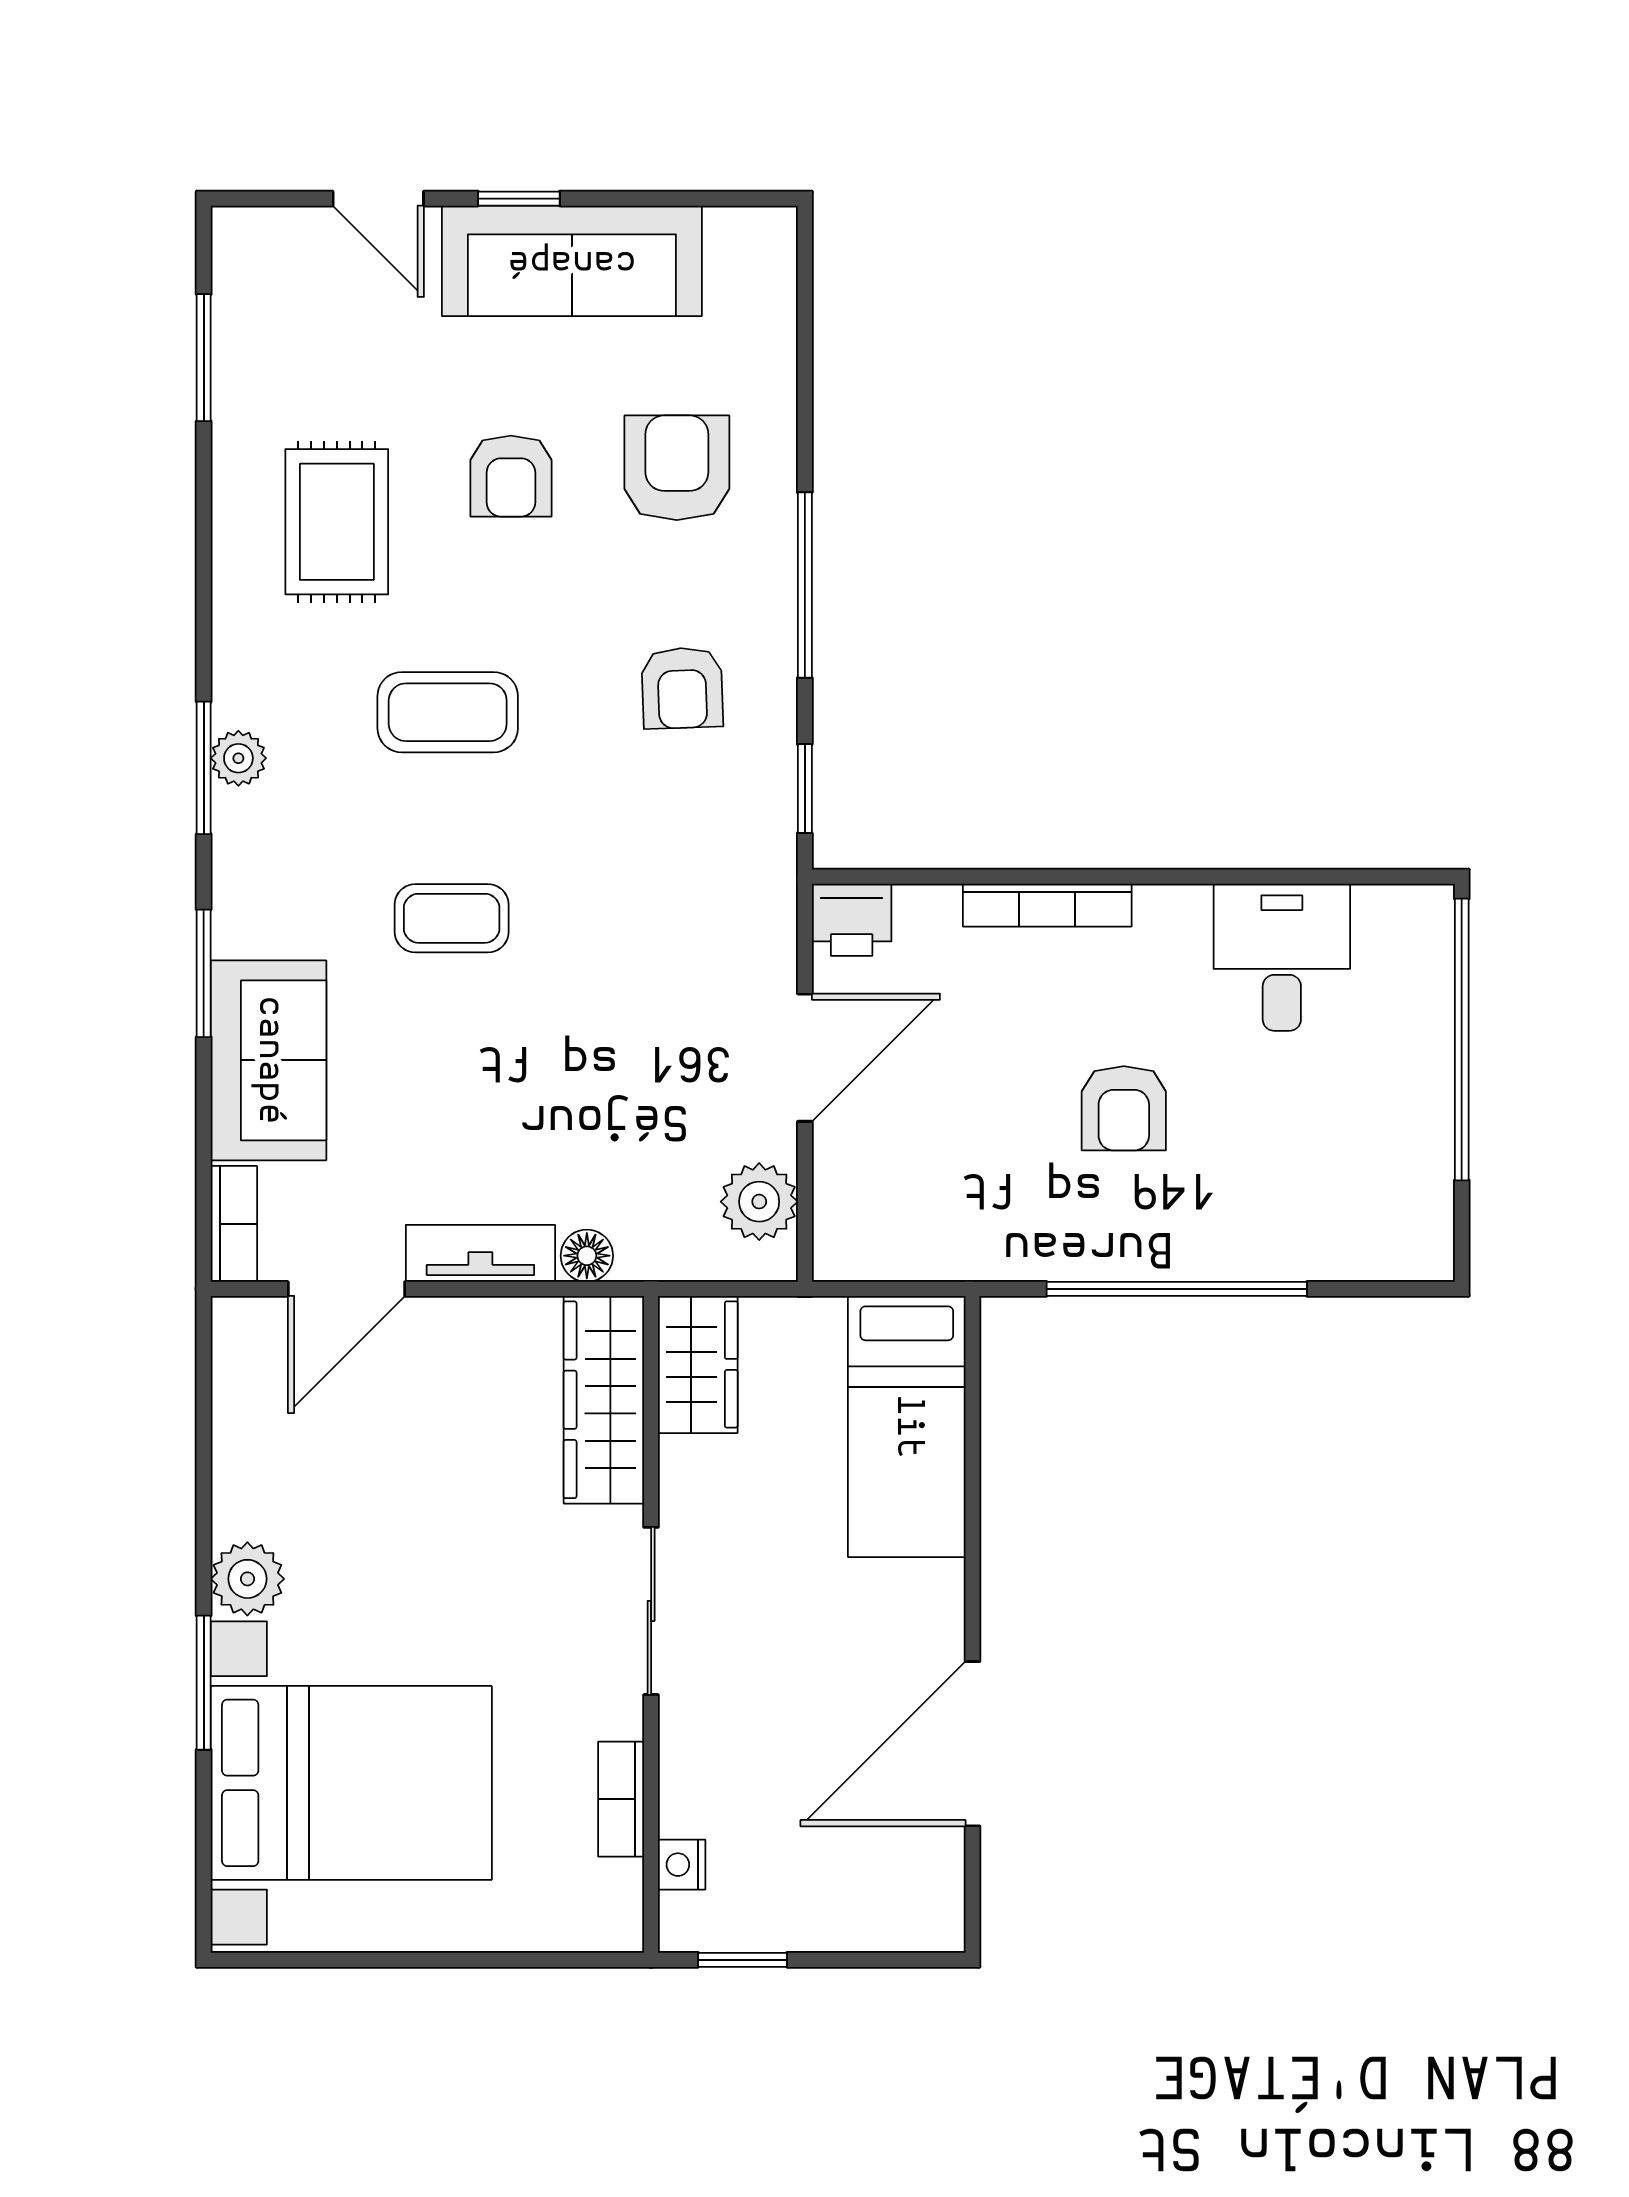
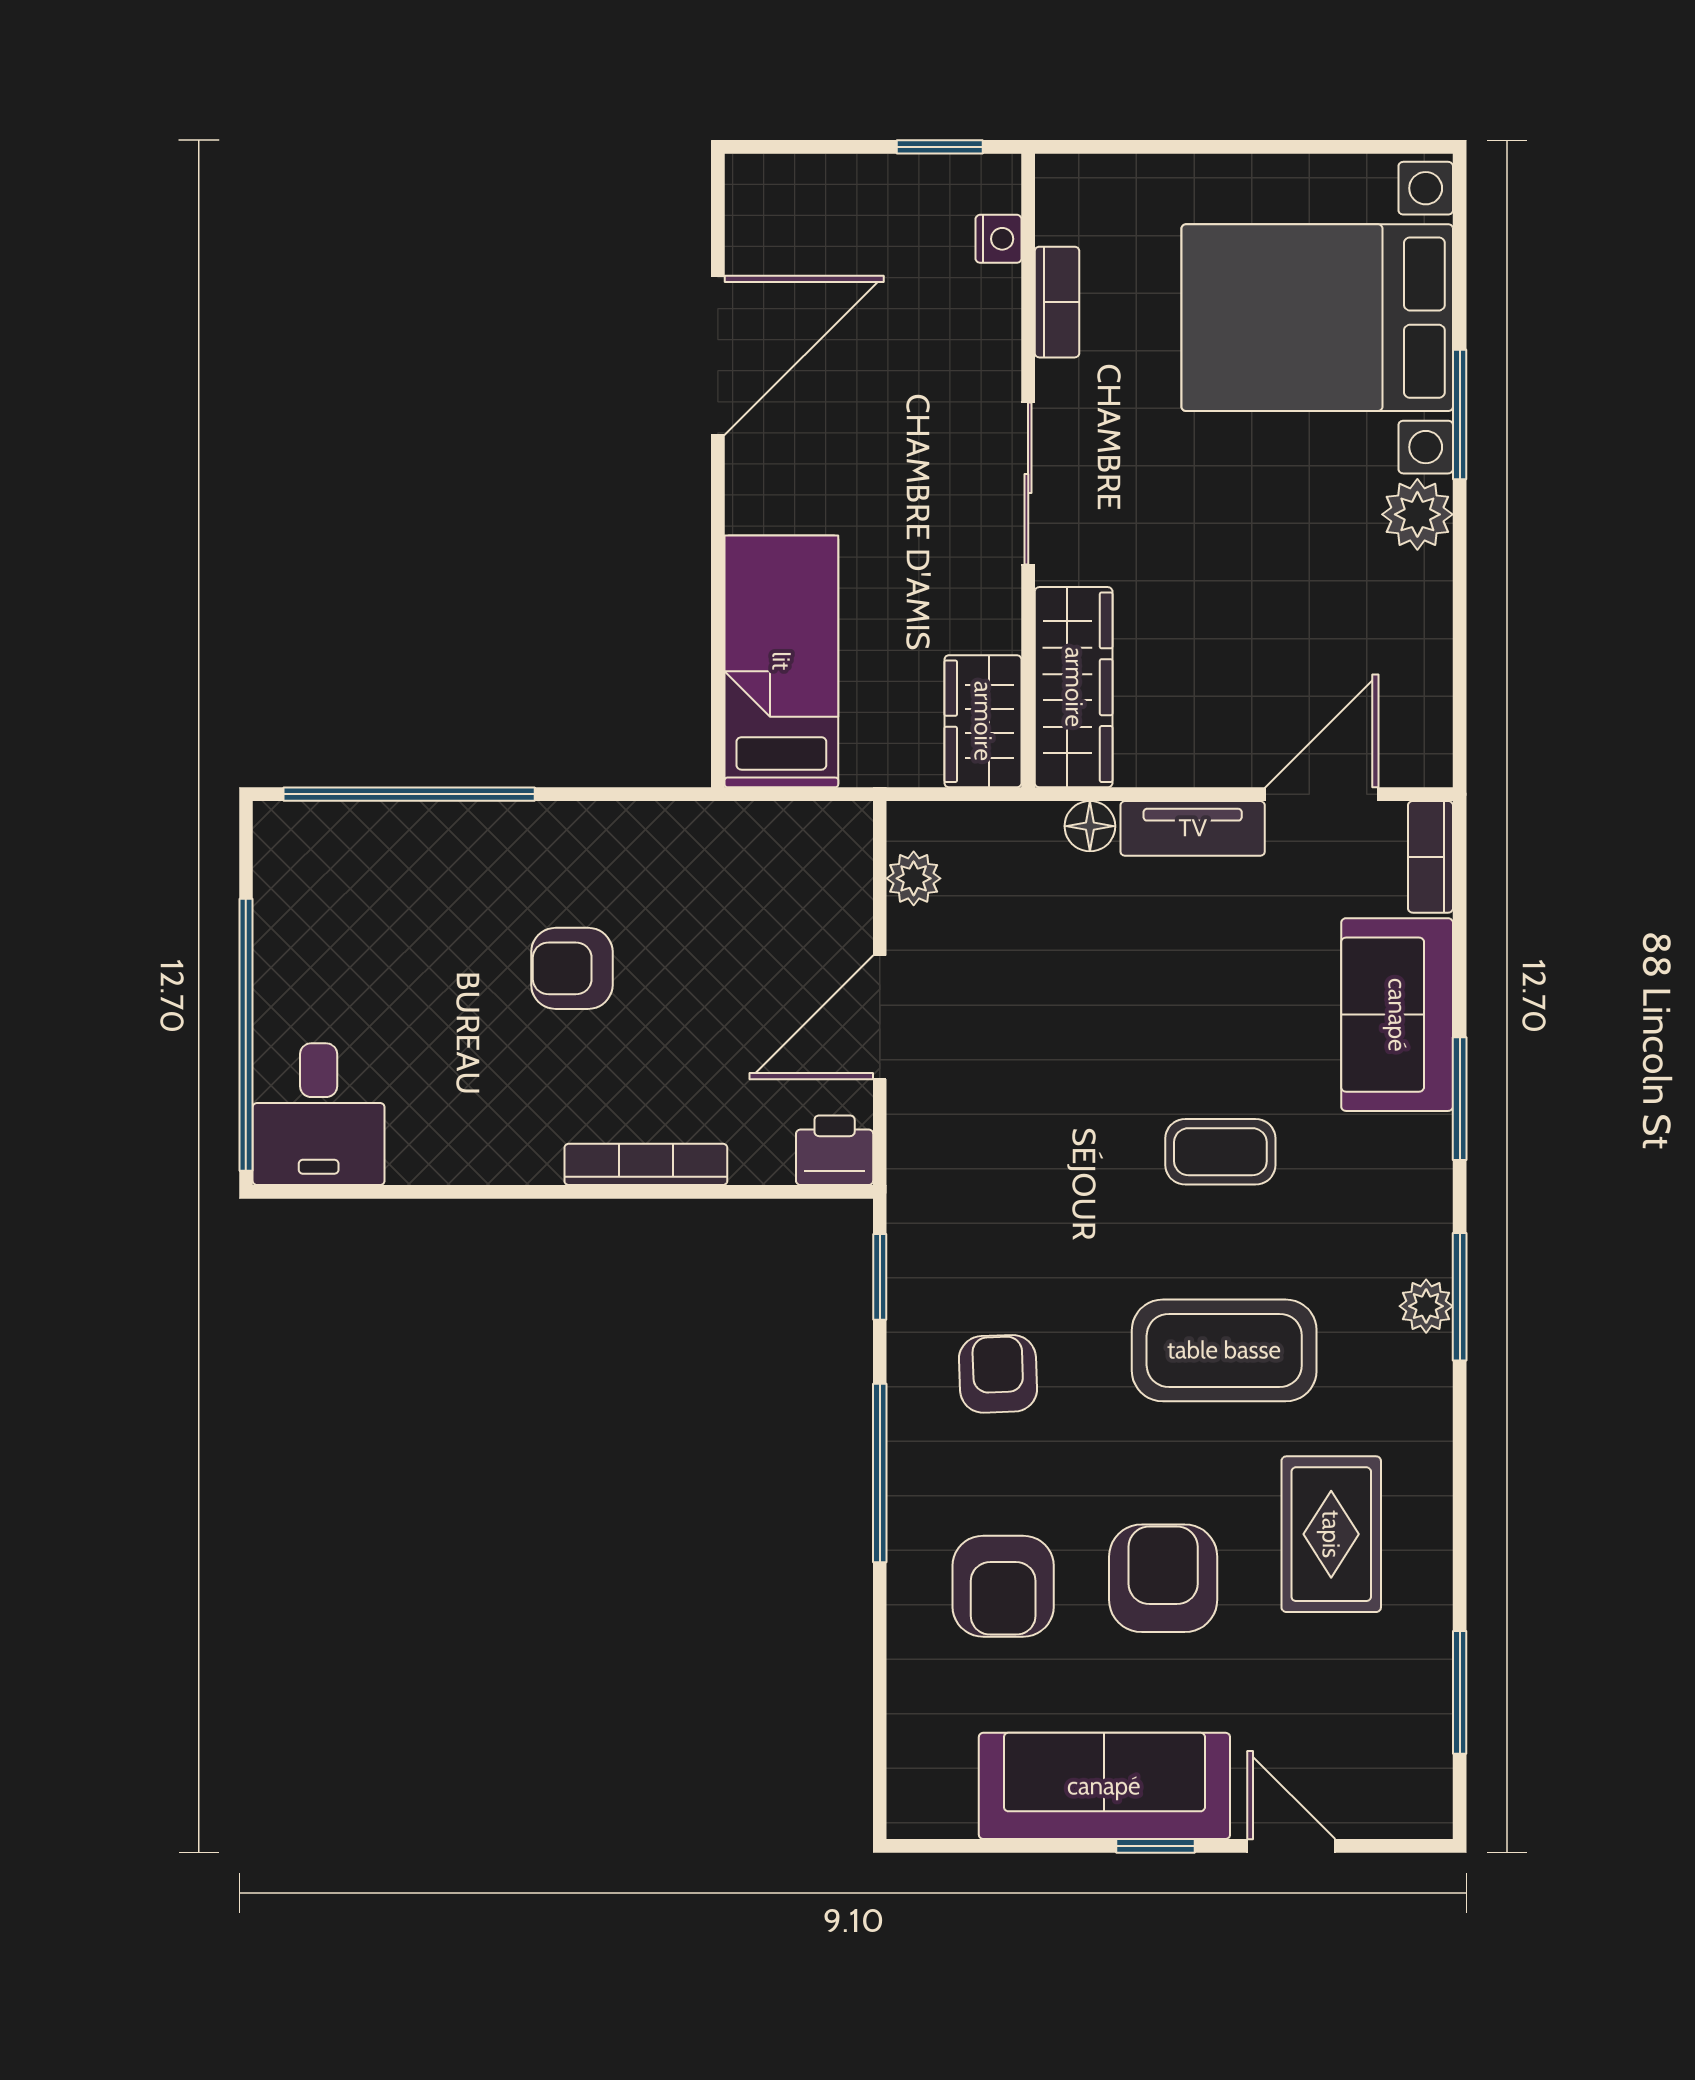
armchair: (511, 476) -> (1163, 1578), width x1.38, depth x1.38
coffee table: (448, 712) -> (1224, 1350), width x1.36, depth x1.32
desk: (1282, 957) -> (319, 1114), moved
armchair: (1124, 1108) -> (572, 968), turned -90
plant: (759, 1202) -> (914, 878), width x0.73, depth x0.73
window: (1177, 1289) -> (409, 794), moved

